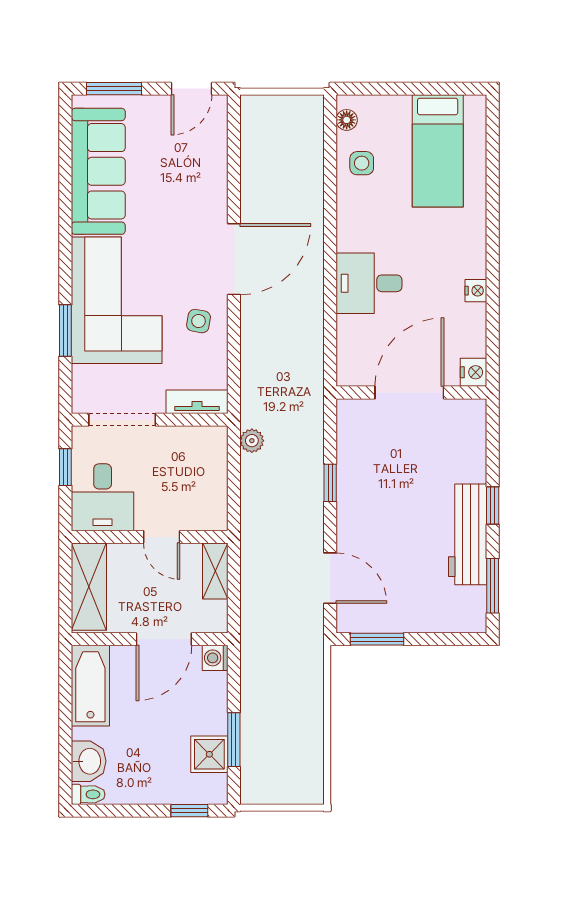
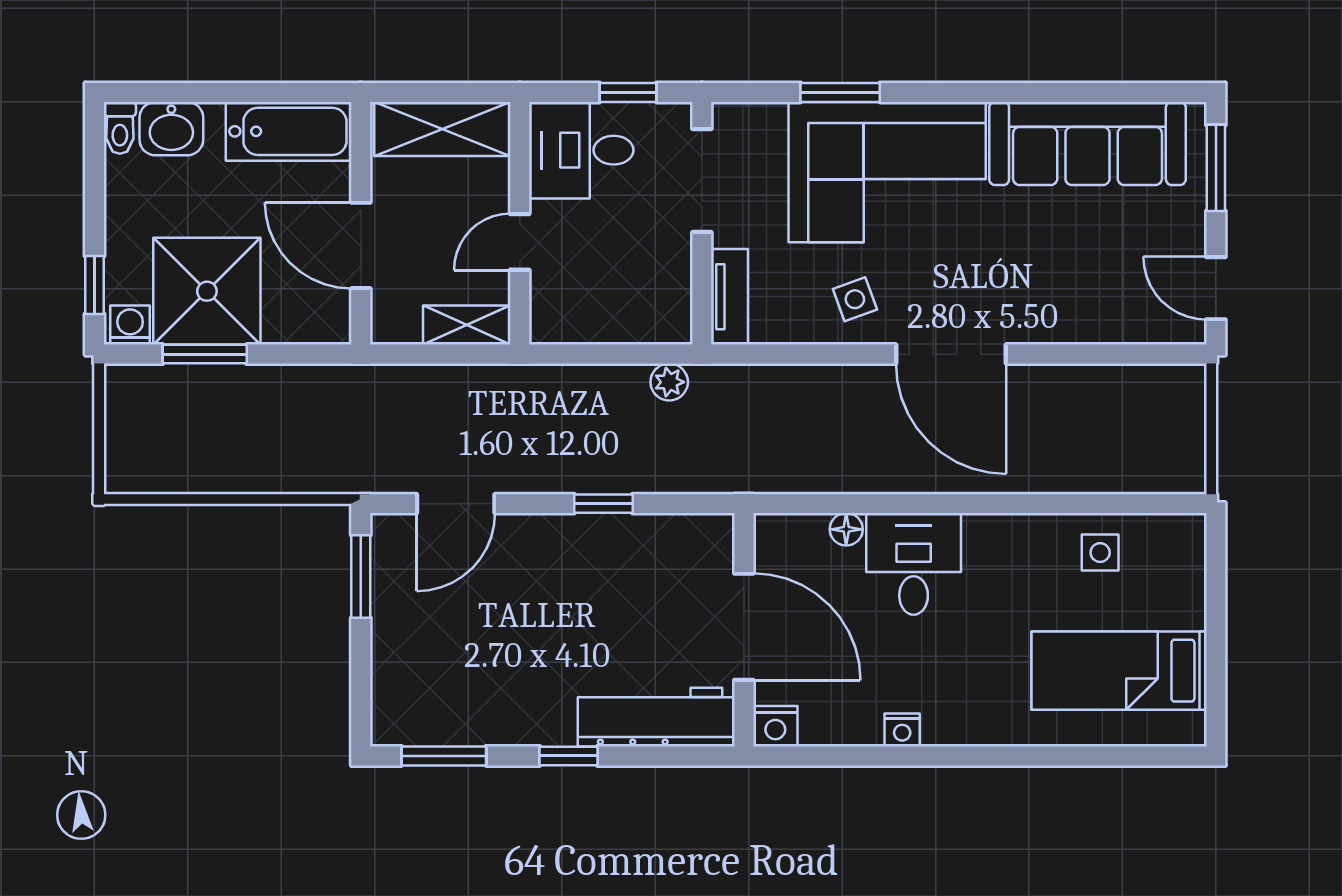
floor lamp: (347, 120) -> (846, 529), moved
side table: (199, 321) -> (855, 299), turned -30
workbench: (468, 534) -> (656, 717), moved
washing machine: (215, 658) -> (130, 325), moved
shower: (209, 754) -> (207, 291), width x1.86, depth x1.86

